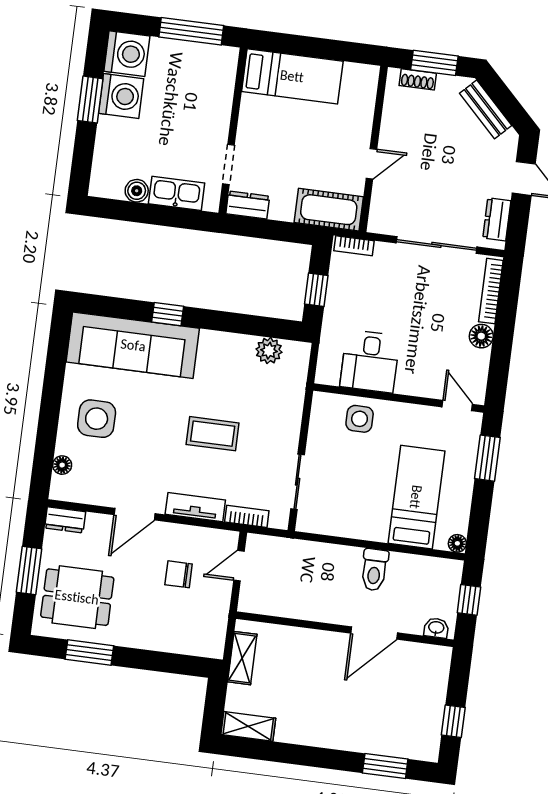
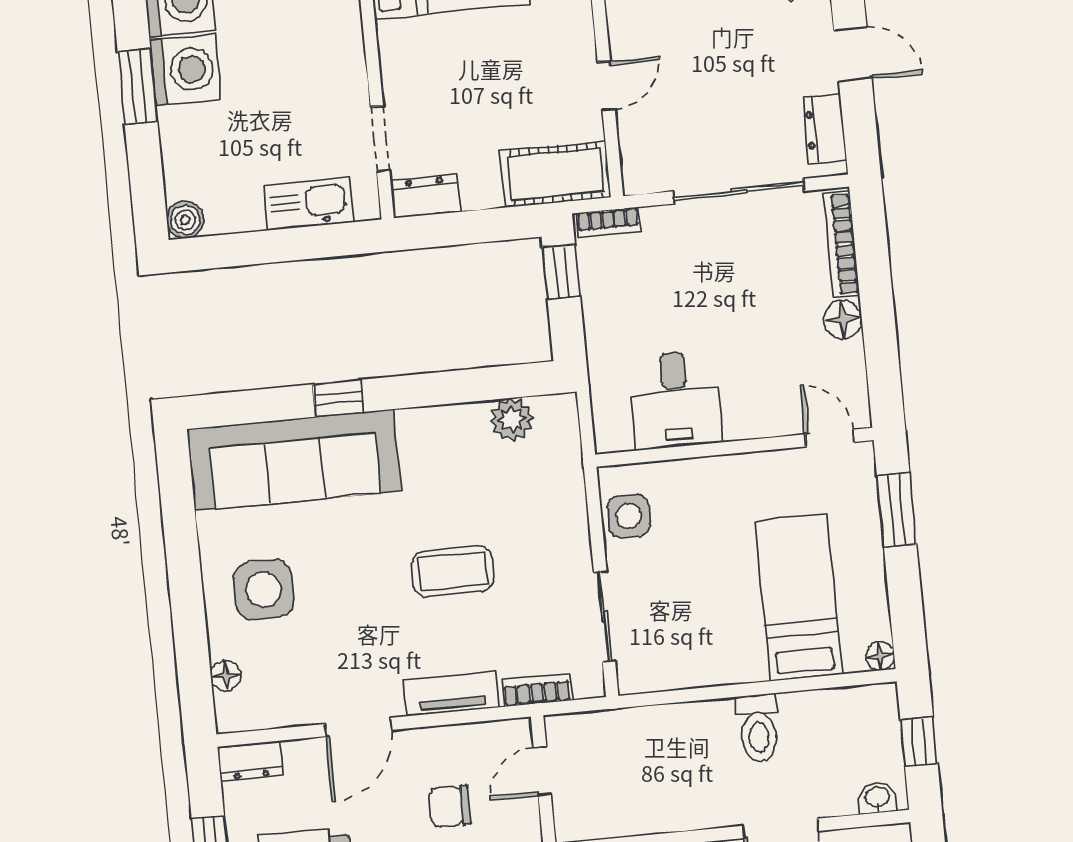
boiler: (137, 191) -> (185, 220), moved
window: (316, 290) -> (561, 272), moved
side table: (360, 419) -> (629, 516), moved

